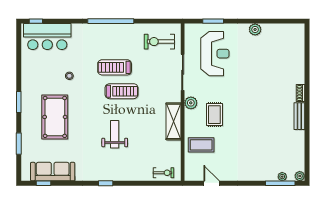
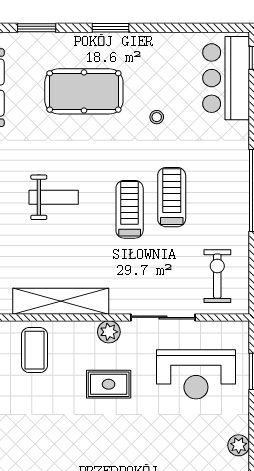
treadmill: (122, 91) -> (130, 209), turned 180
rug: (214, 115) -> (109, 384), moved
shelving: (174, 121) -> (61, 301), width x1.47

